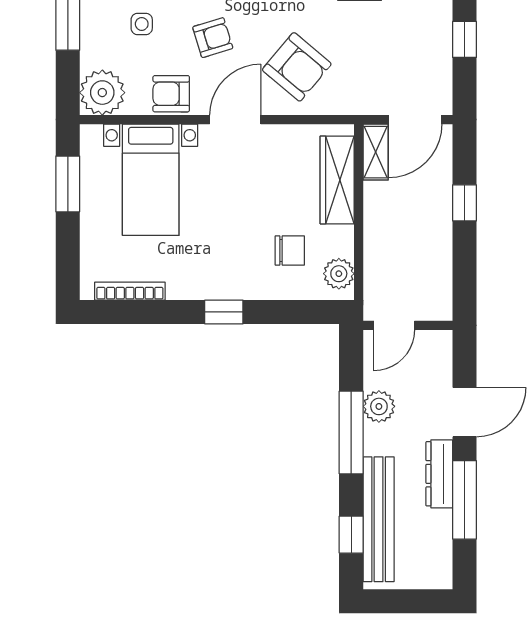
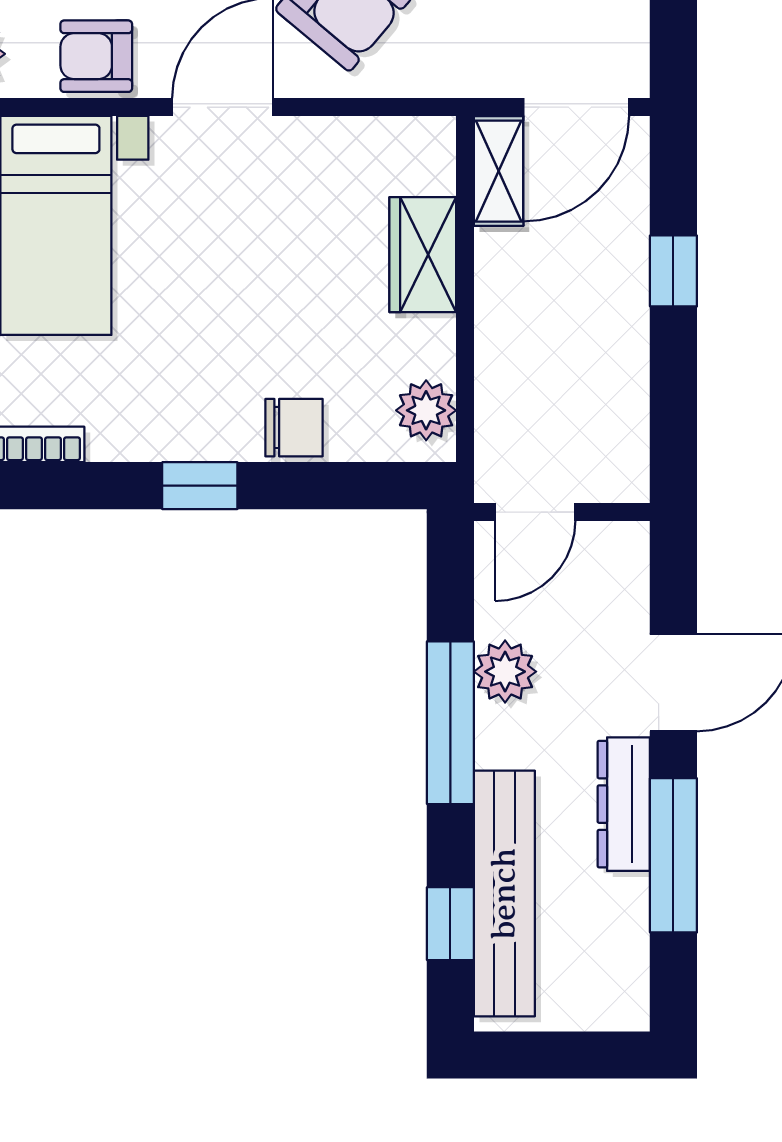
wardrobe: (337, 180) -> (423, 255), width x0.67
chair: (290, 251) -> (294, 428), moved

